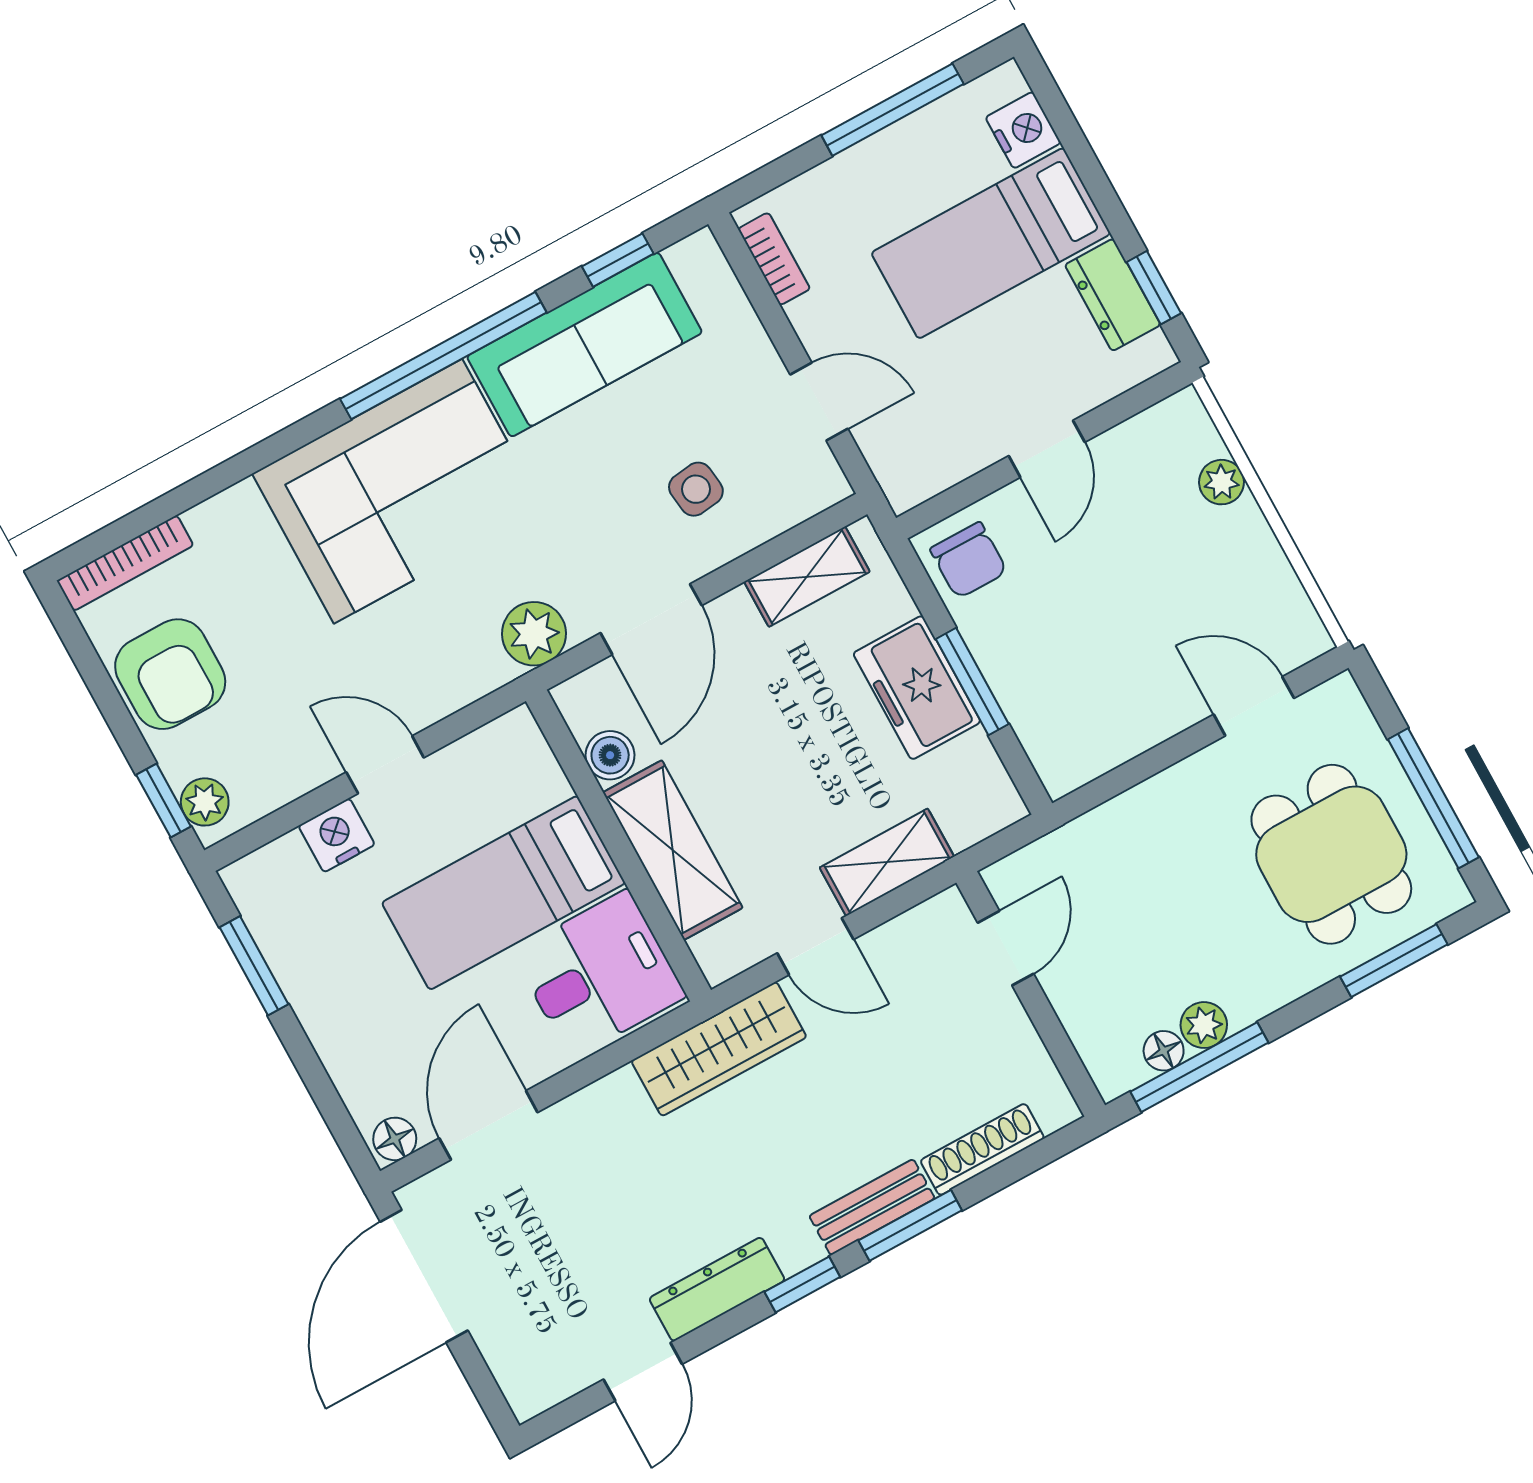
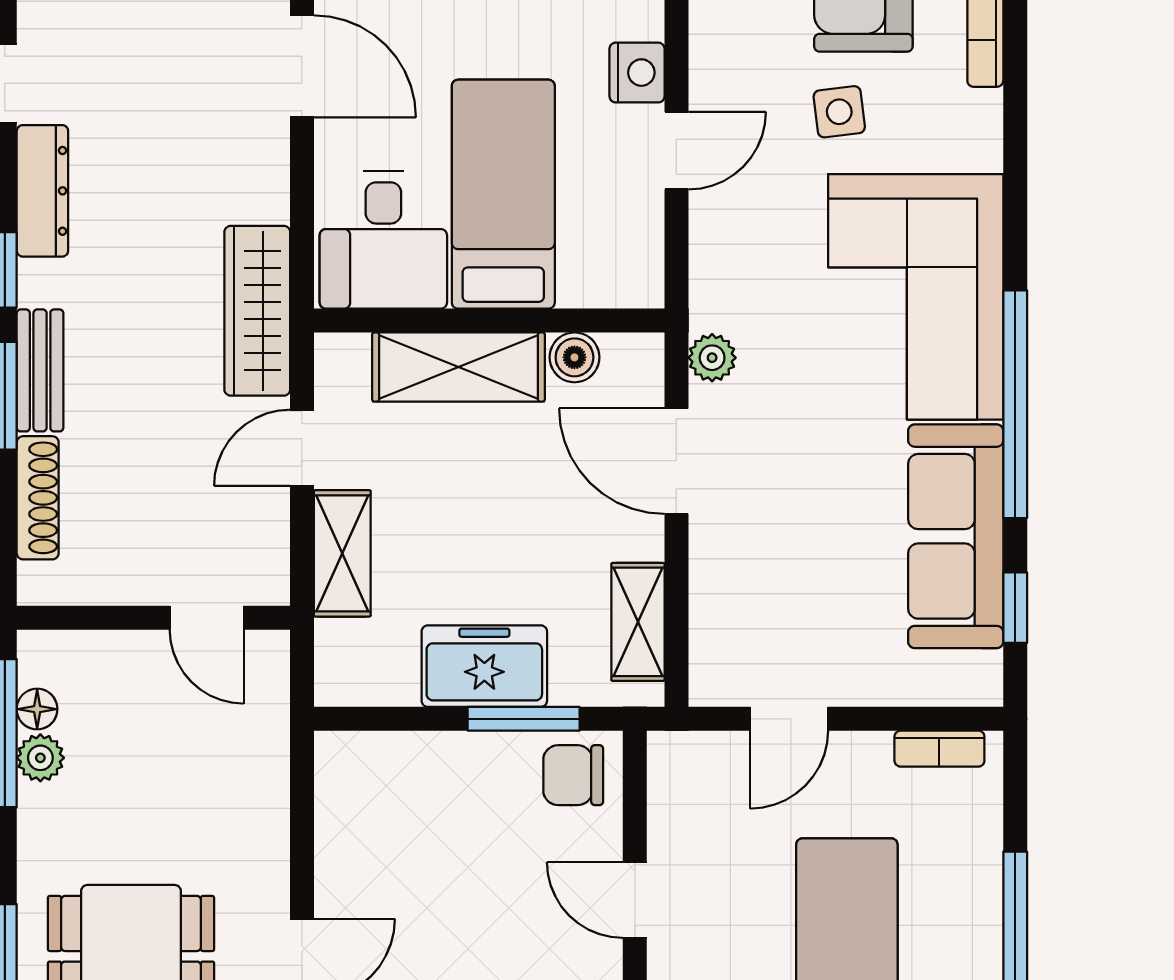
side table: (696, 489) -> (839, 112), moved
plant: (534, 634) -> (712, 358), width x0.73, depth x0.73
window: (972, 682) -> (524, 719), moved

